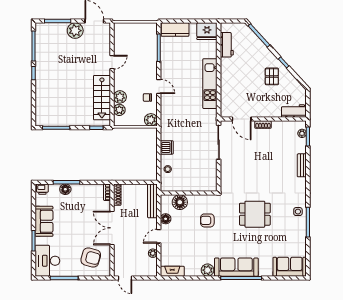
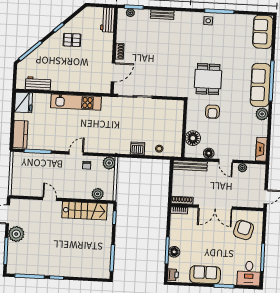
plant: (120, 97) -> (85, 193), removed
dining table: (255, 214) -> (208, 79), moved
desk: (47, 261) -> (249, 273), width x0.73

